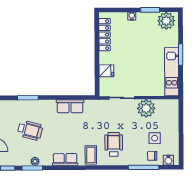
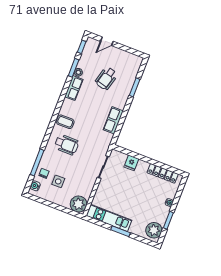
plant: (146, 108) -> (79, 204), moved
row of seats: (65, 160) -> (74, 88), moved

